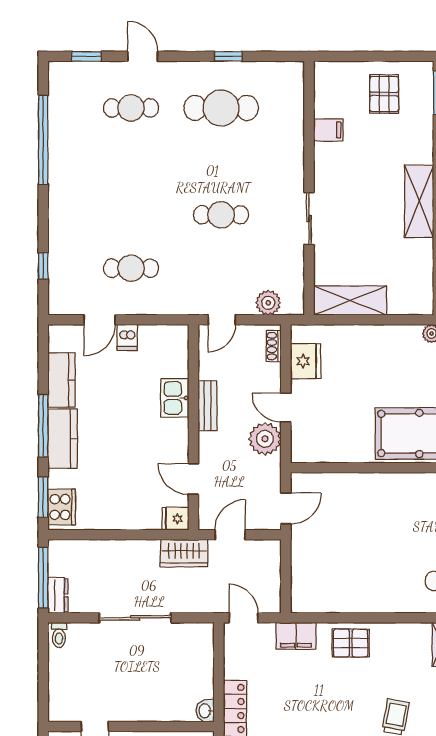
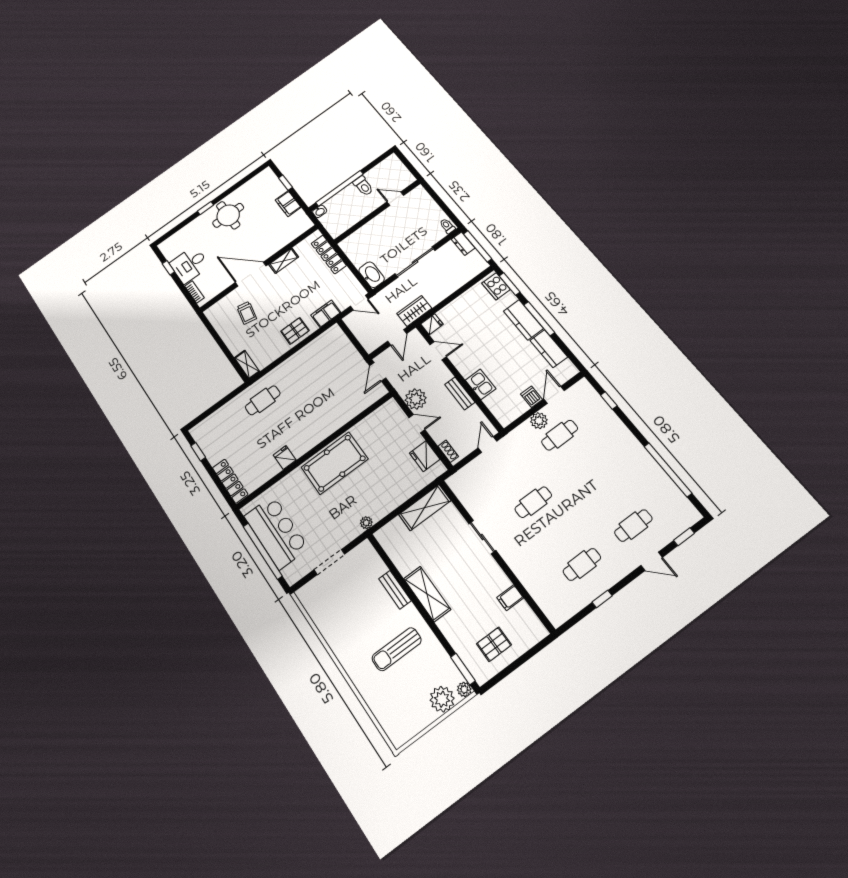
pallet: (384, 94) -> (494, 644), turned 90
cafe table: (221, 108) -> (582, 564), width x0.73, depth x0.74
plant: (268, 303) -> (539, 421), moved
washbasin: (205, 711) -> (372, 275), moved, width x1.91, depth x1.45

